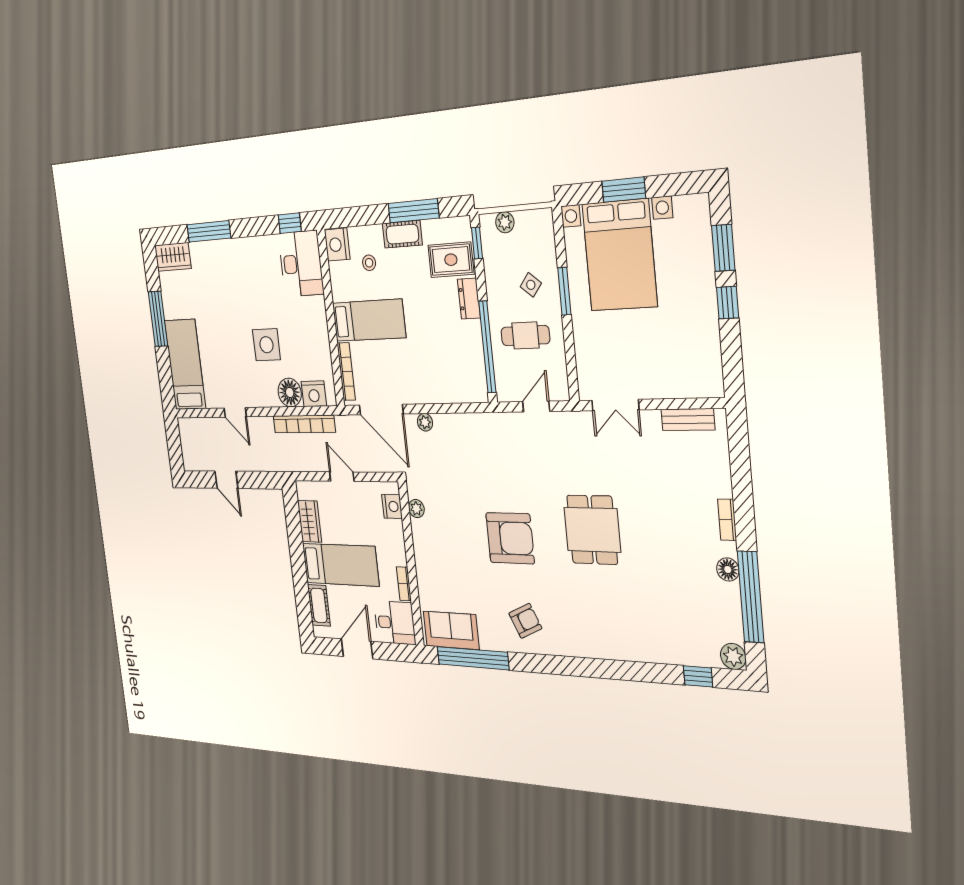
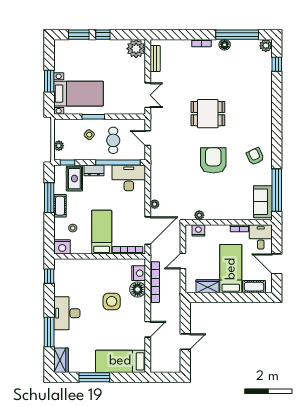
bed with nightstands: (620, 255) -> (78, 94), width x0.73
desk: (301, 264) -> (67, 313), moved, turned -90
desk: (463, 370) -> (129, 178), added
plant: (705, 378) -> (136, 49), added

